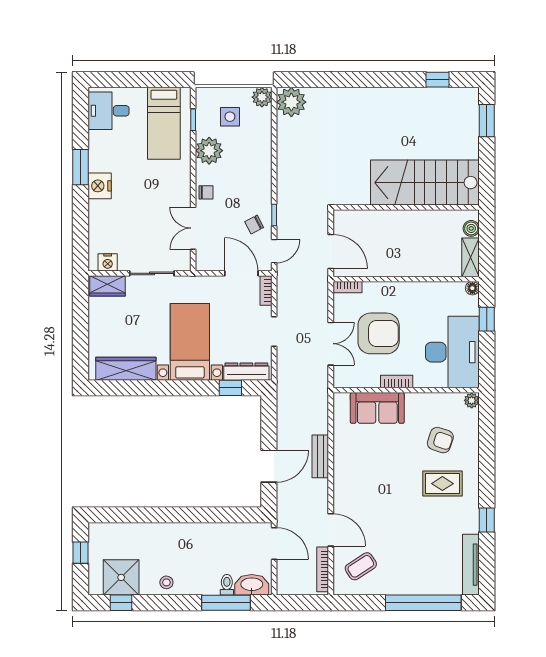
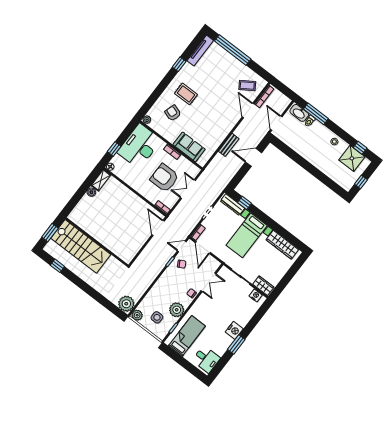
stairs: (425, 183) -> (81, 246), moved
wall: (406, 207) -> (97, 242), moved

